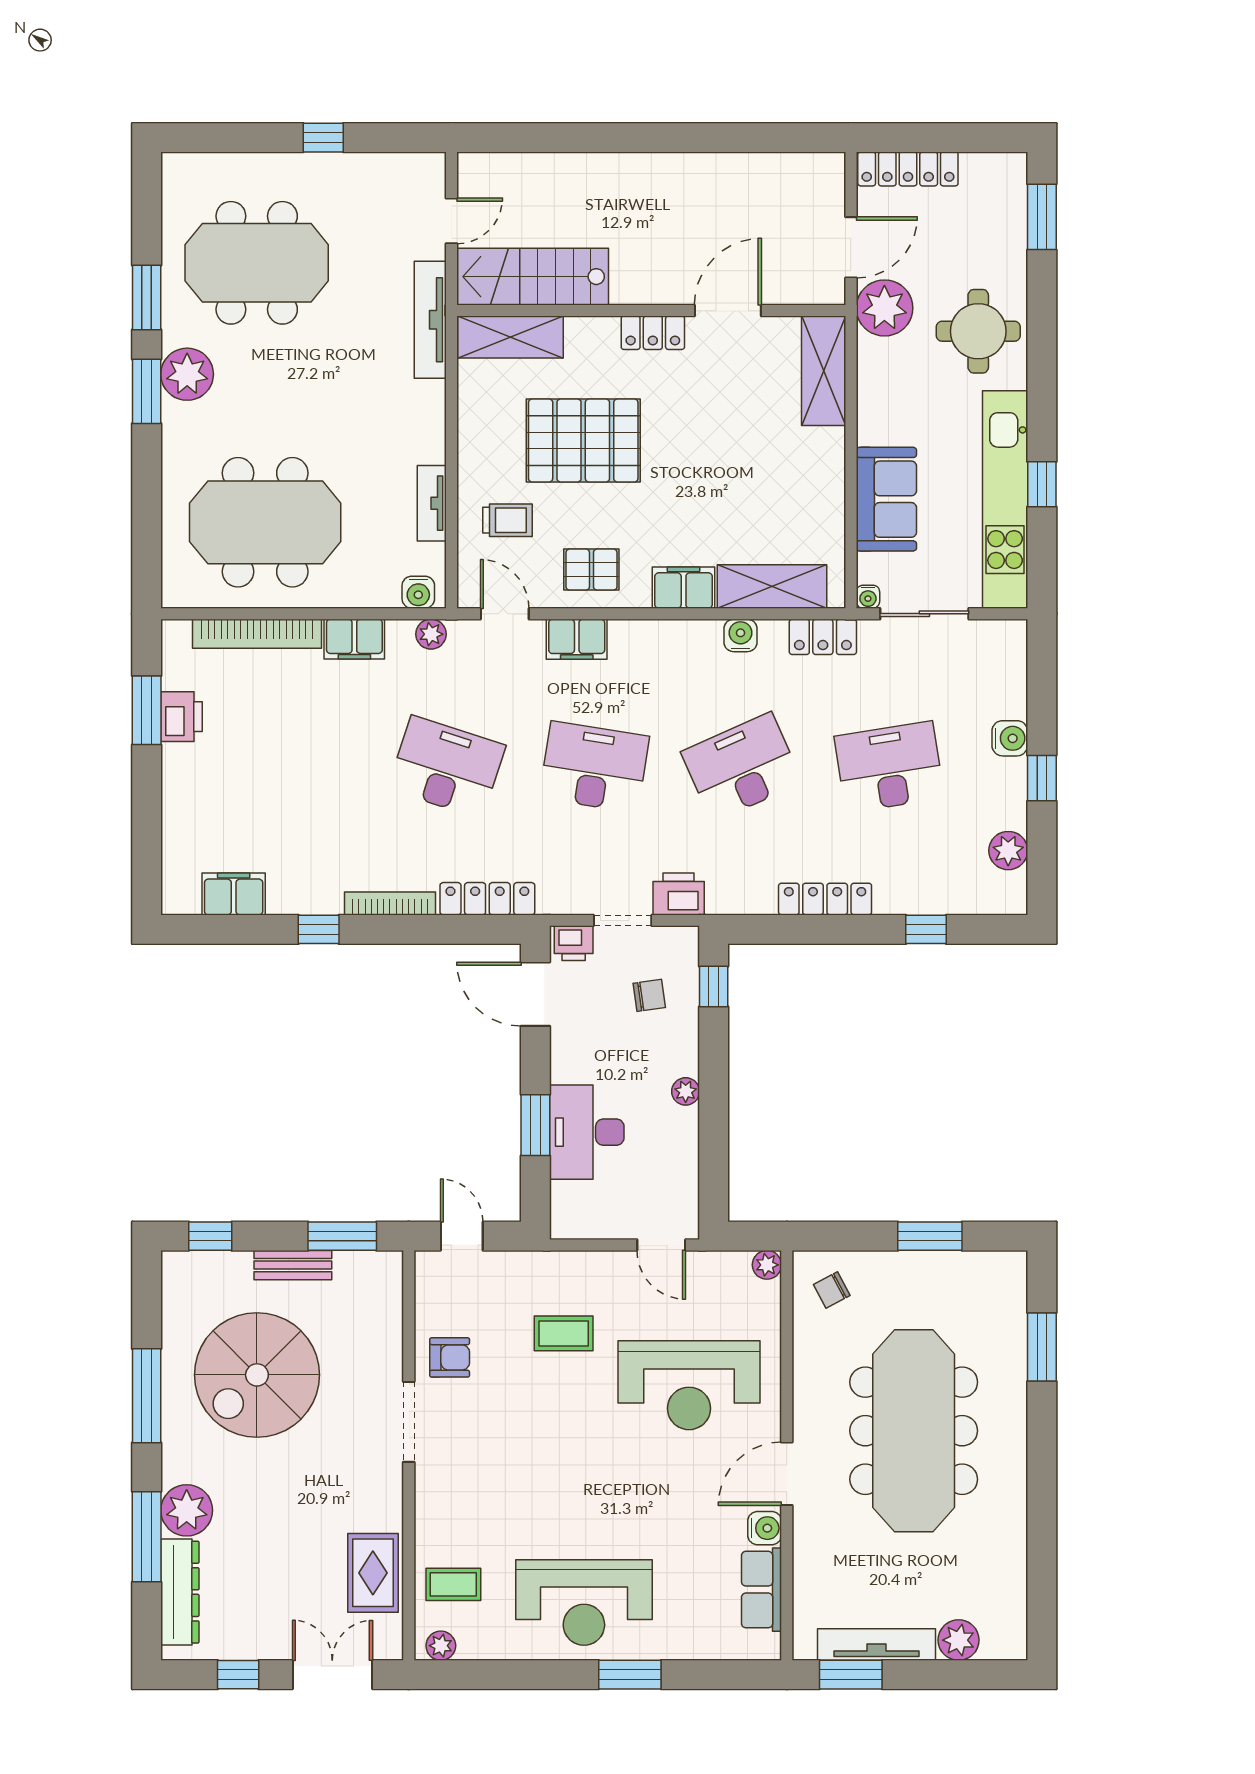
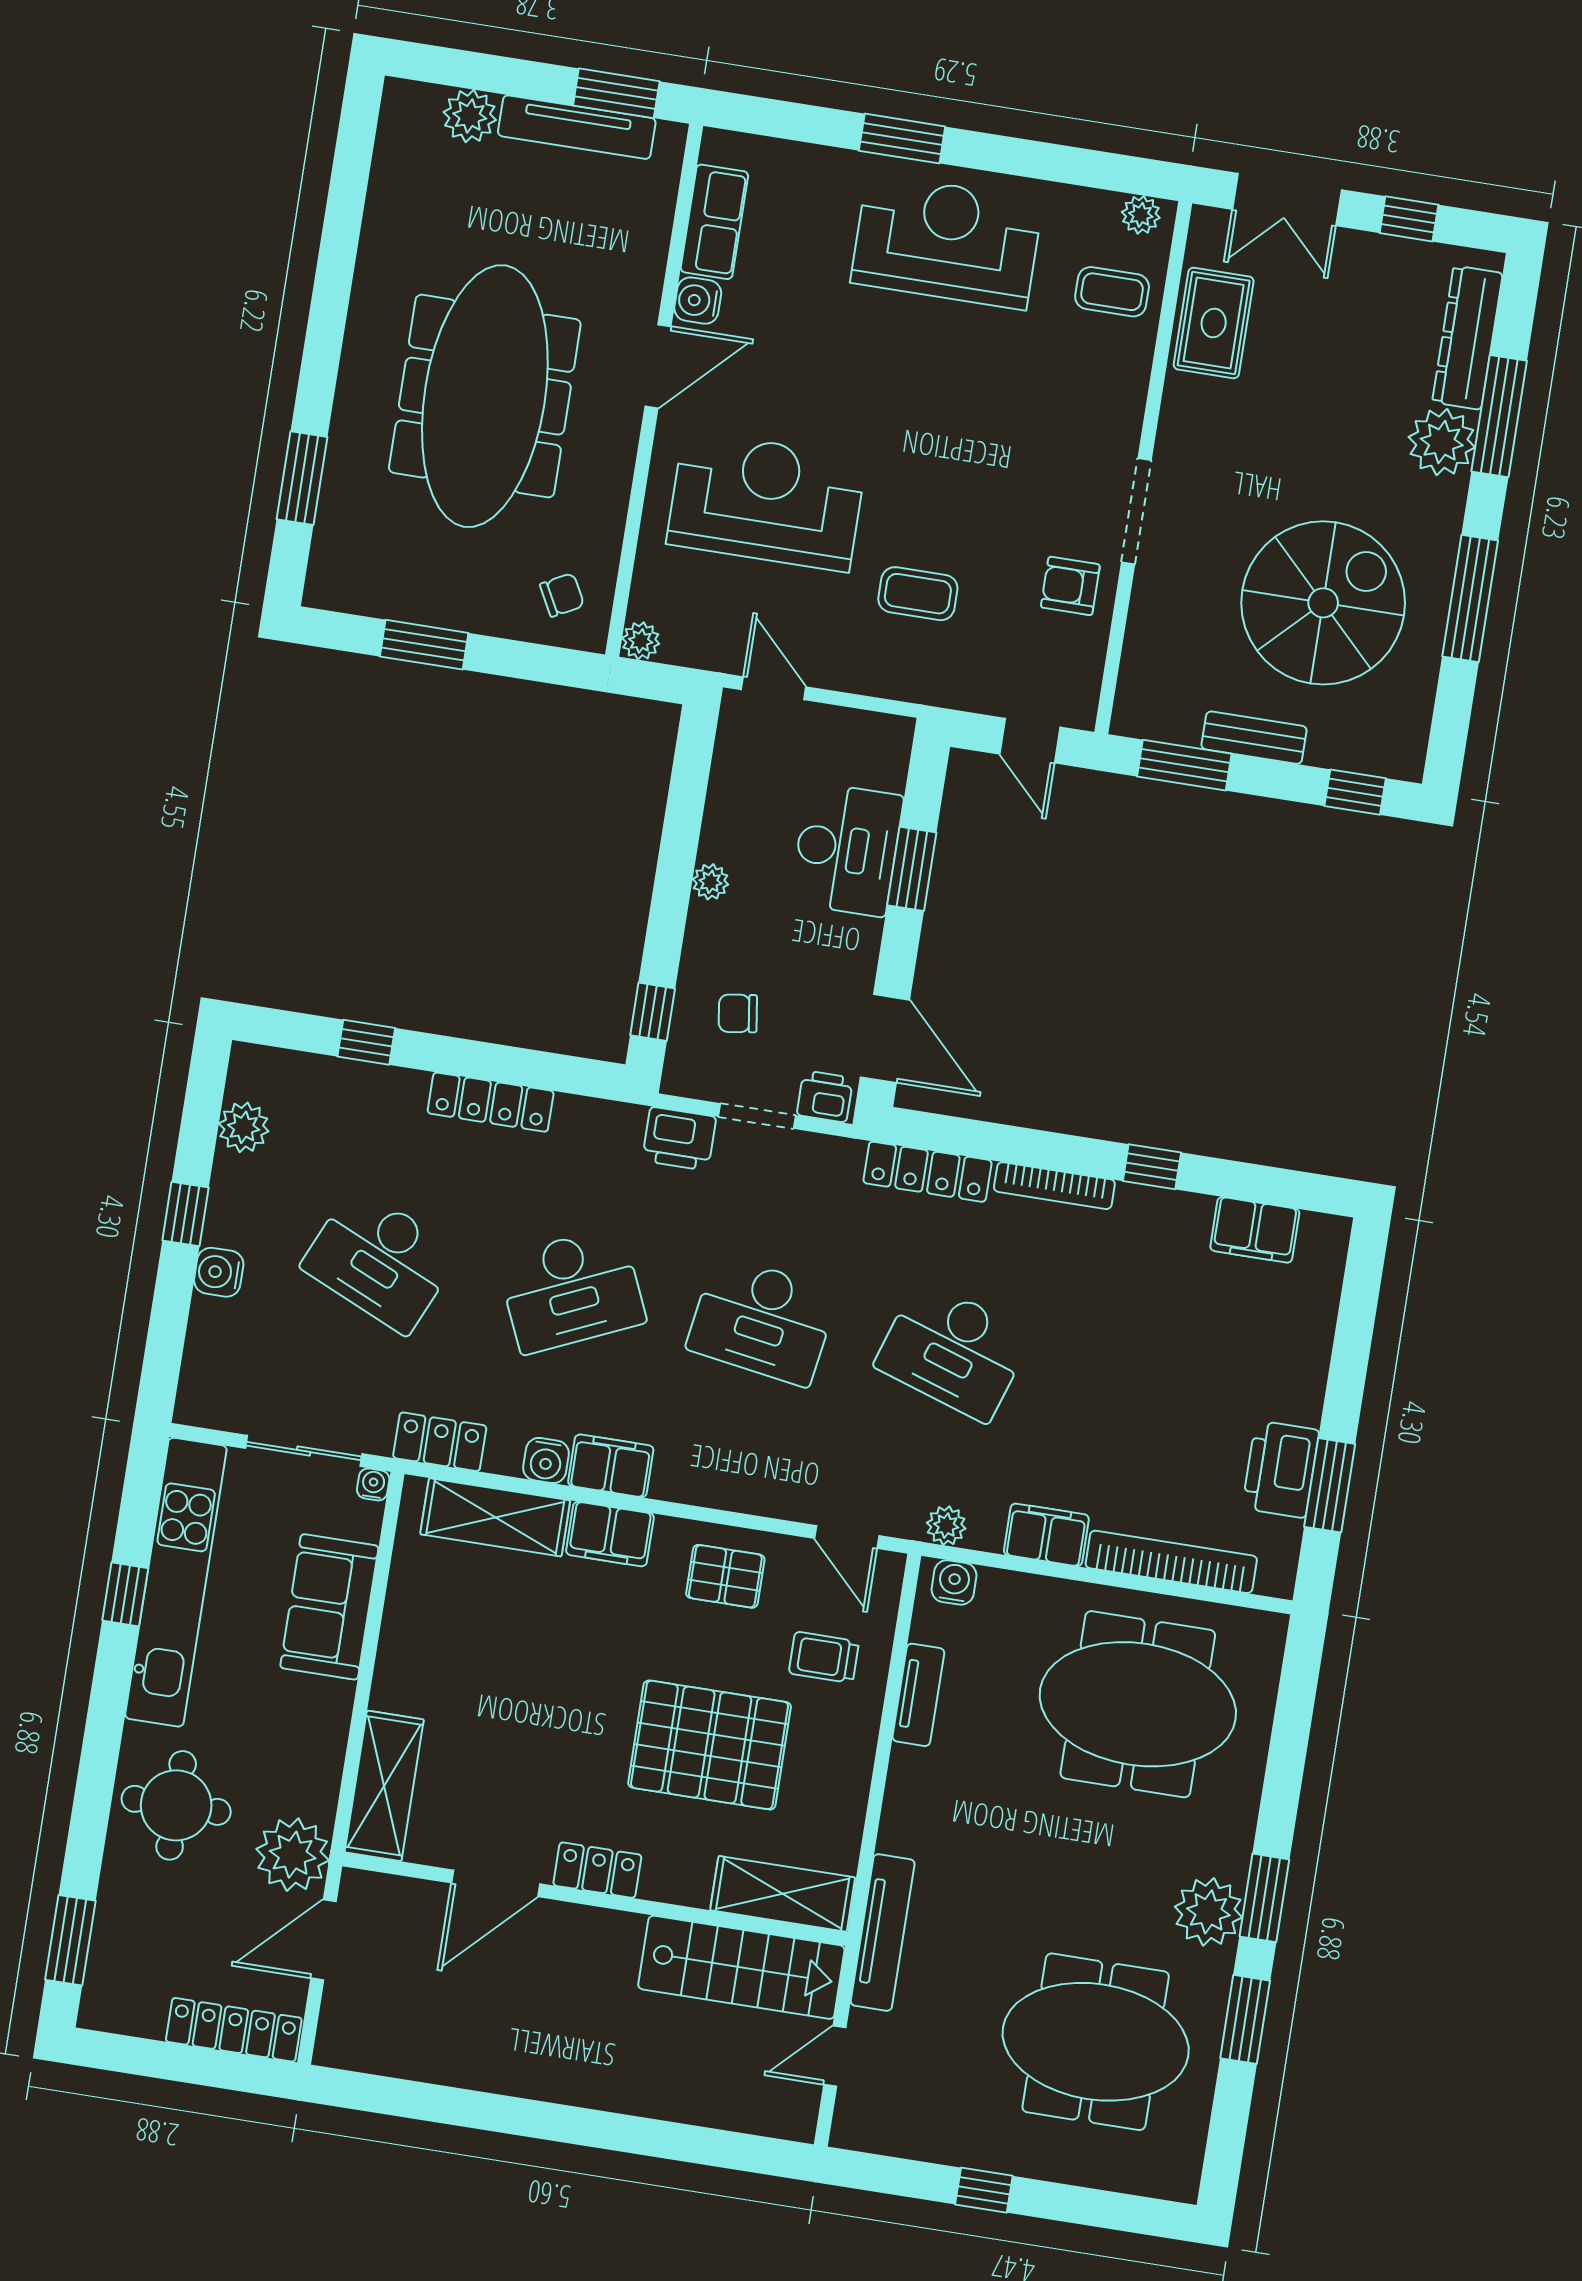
filing cabinet: (577, 639) -> (611, 1466), moved
printer: (182, 717) -> (1281, 1469), width x1.37, depth x1.19
desk: (889, 767) -> (380, 1260), turned 33

